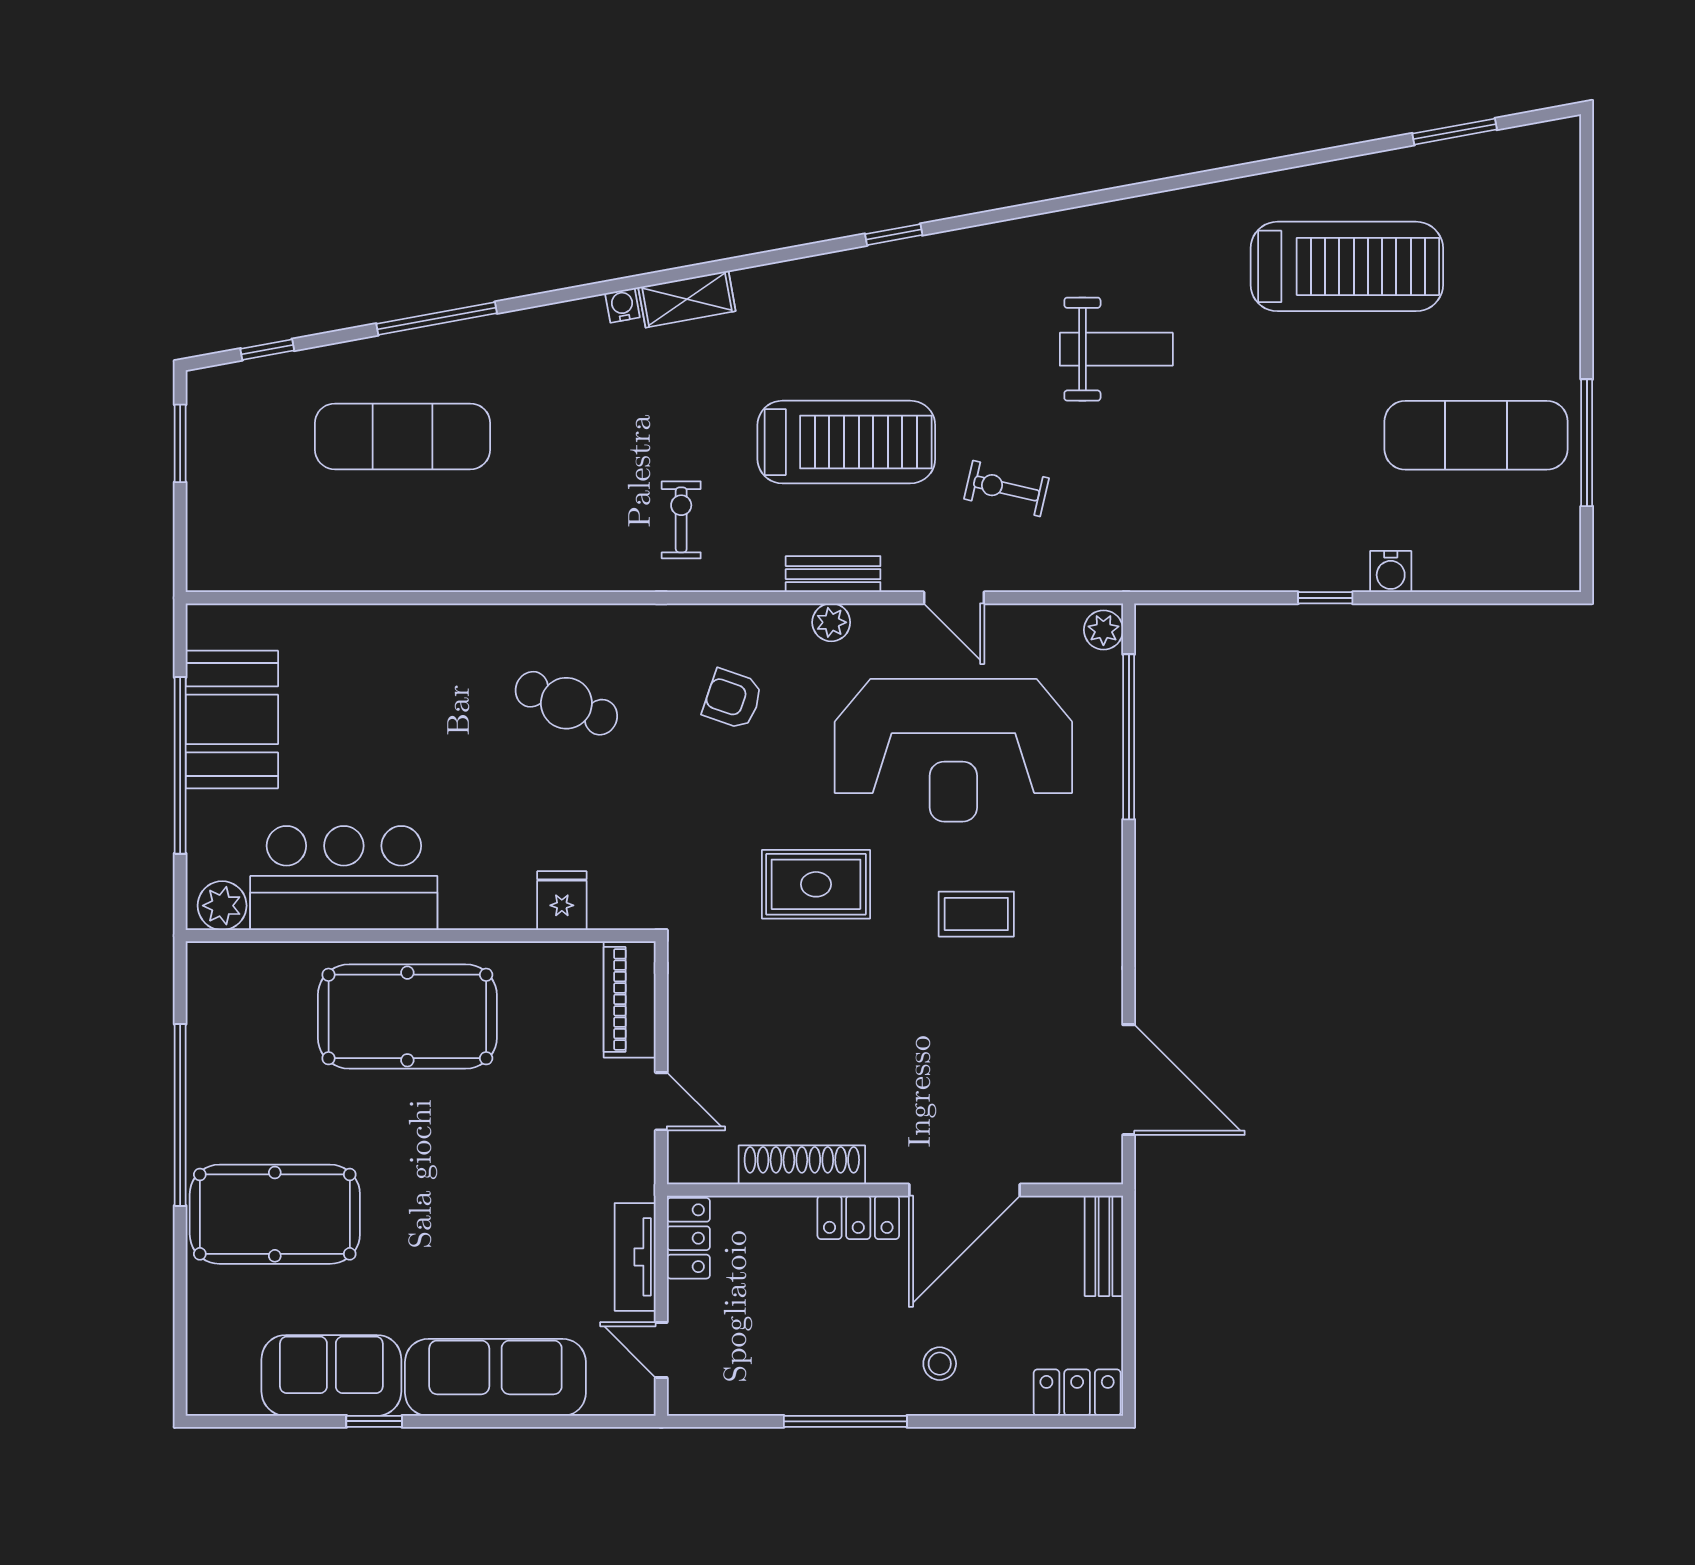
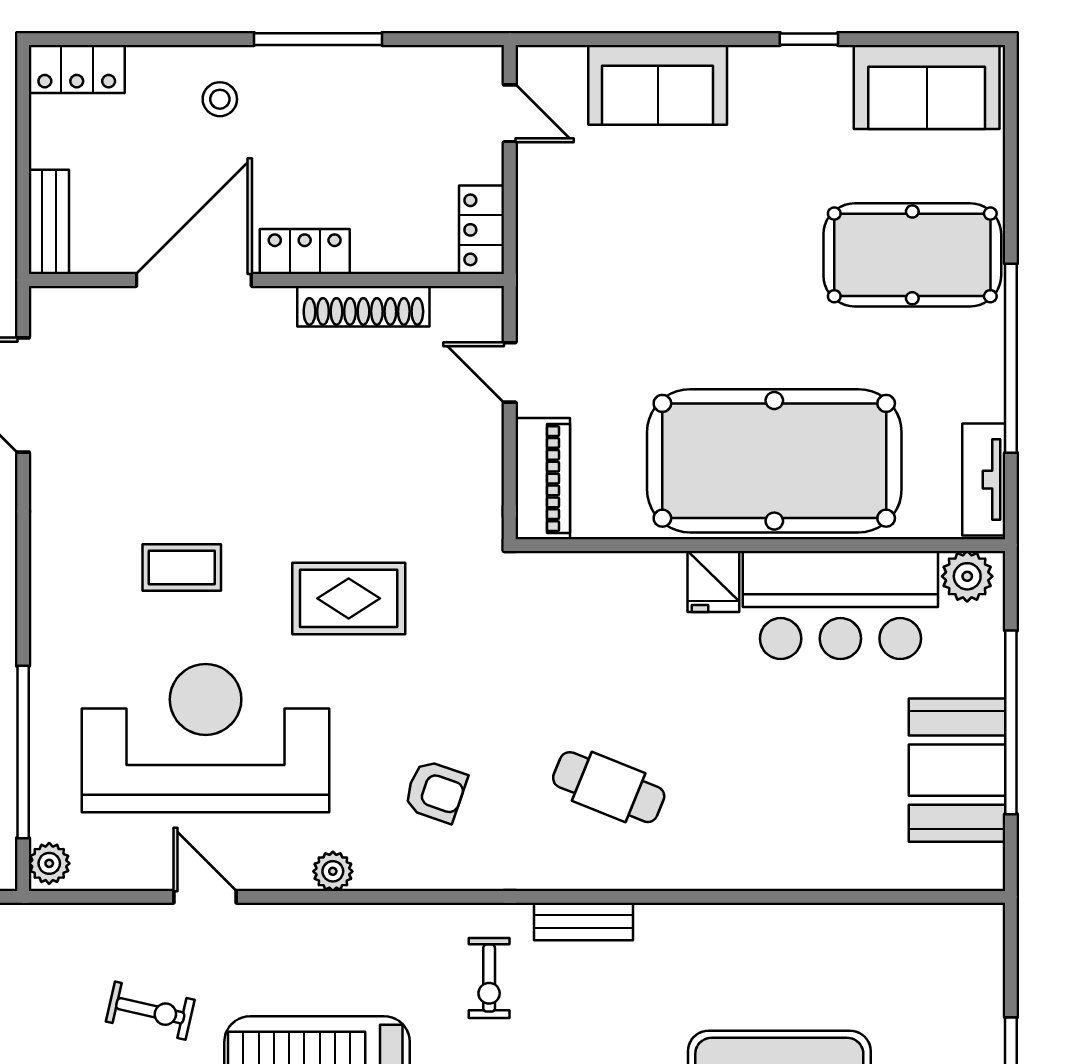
bench: (833, 574) -> (583, 921), moved
fridge: (562, 901) -> (713, 581), moved
pool table: (407, 1016) -> (774, 461), width x1.36, depth x1.32
tv unit: (635, 1257) -> (984, 480), moved, turned 180
sofa: (331, 1375) -> (927, 87), moved
sofa: (495, 1377) -> (658, 85), width x0.73

